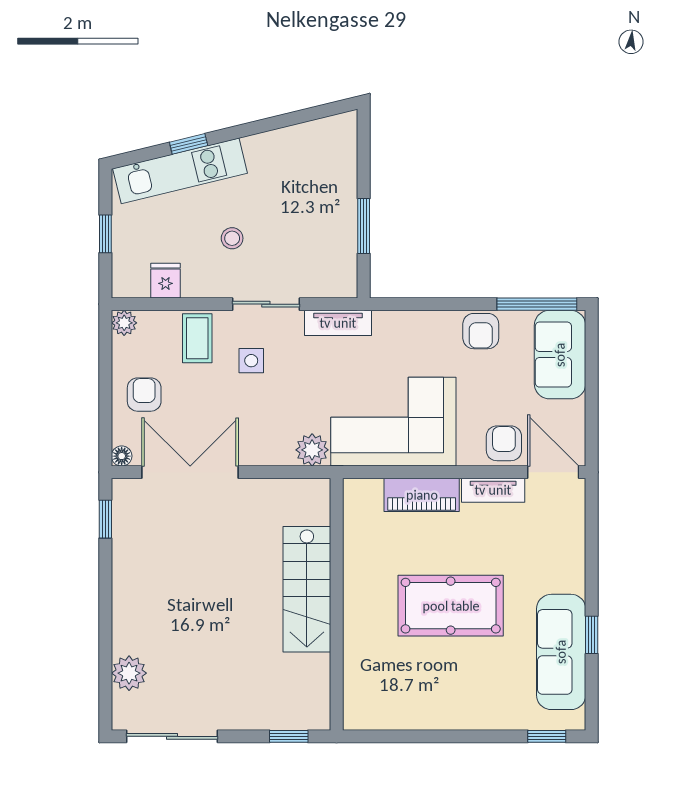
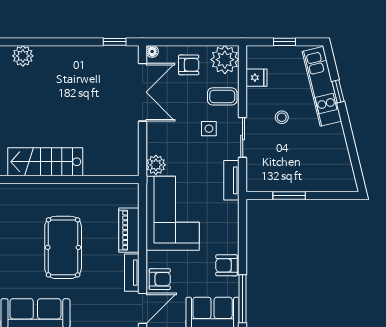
plant: (124, 323) -> (225, 60), width x1.87, depth x1.87
stairs: (307, 589) -> (45, 162), moved

